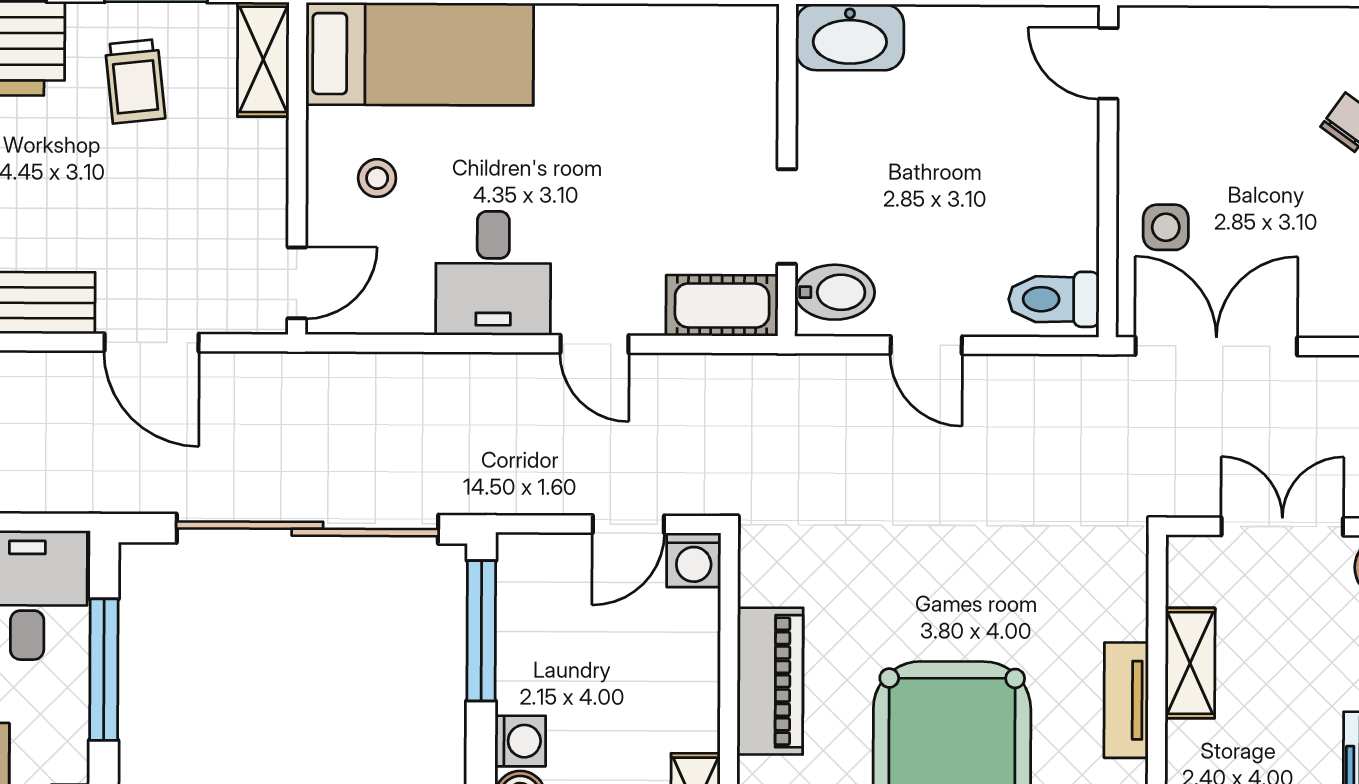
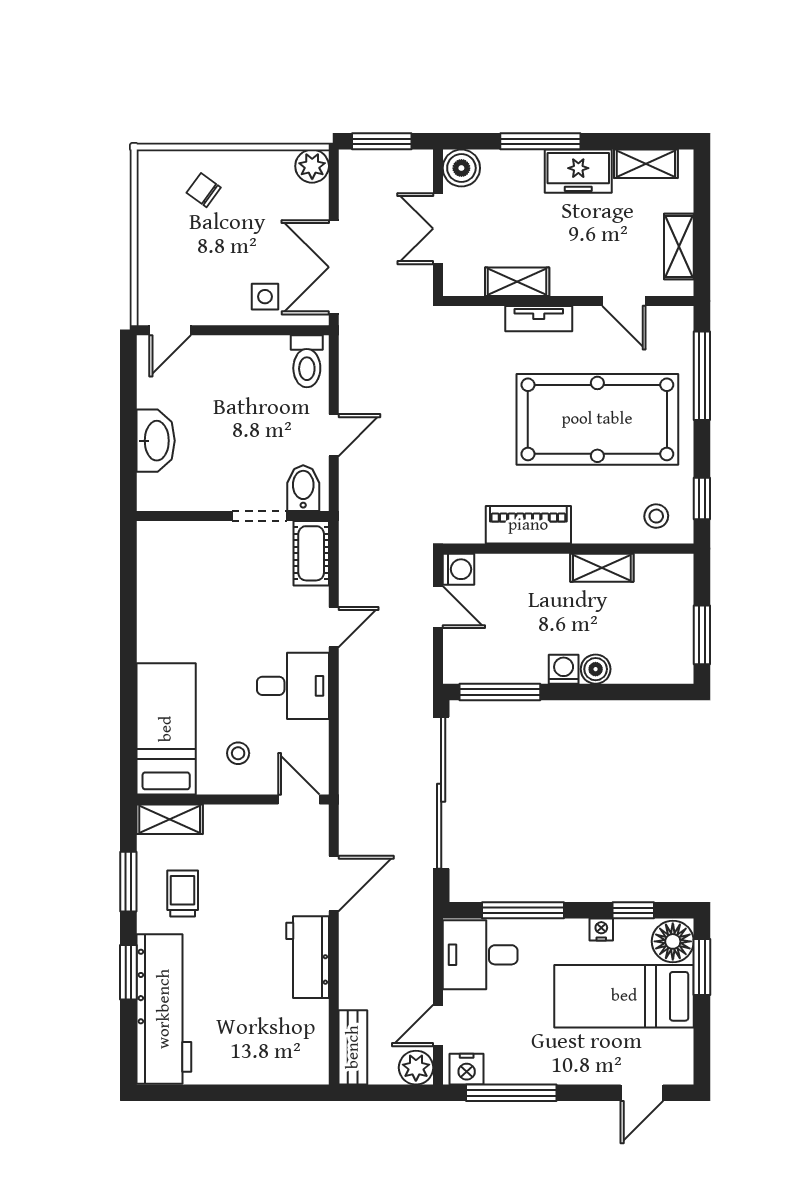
washbasin: (850, 37) -> (156, 441), moved
trolley: (135, 81) -> (183, 894), turned -84

